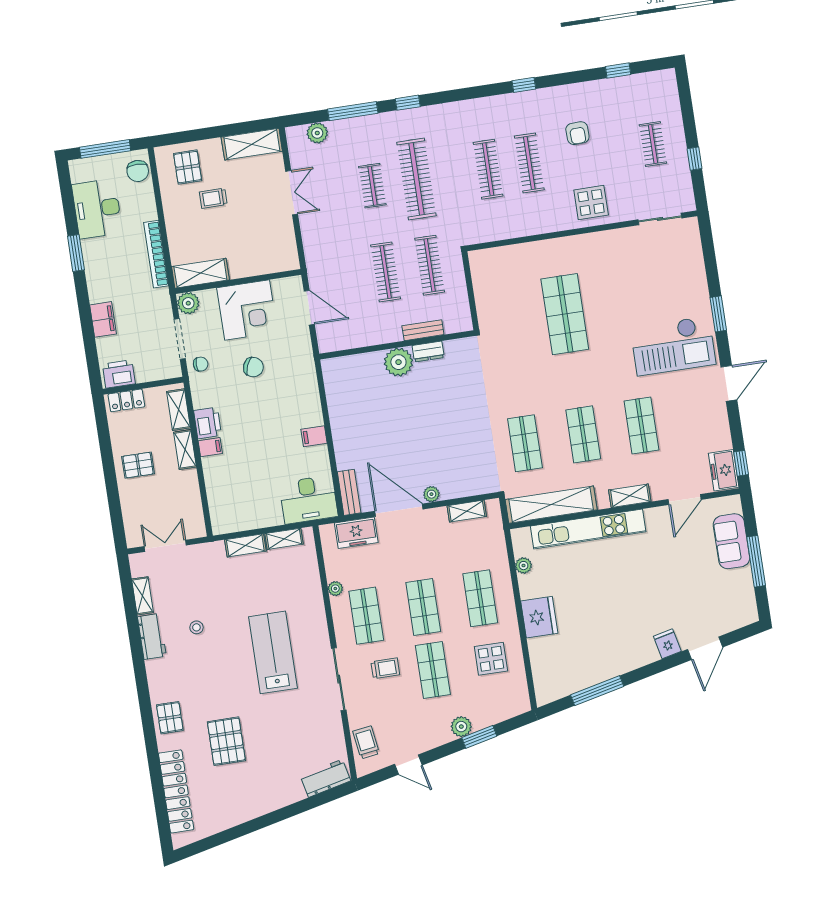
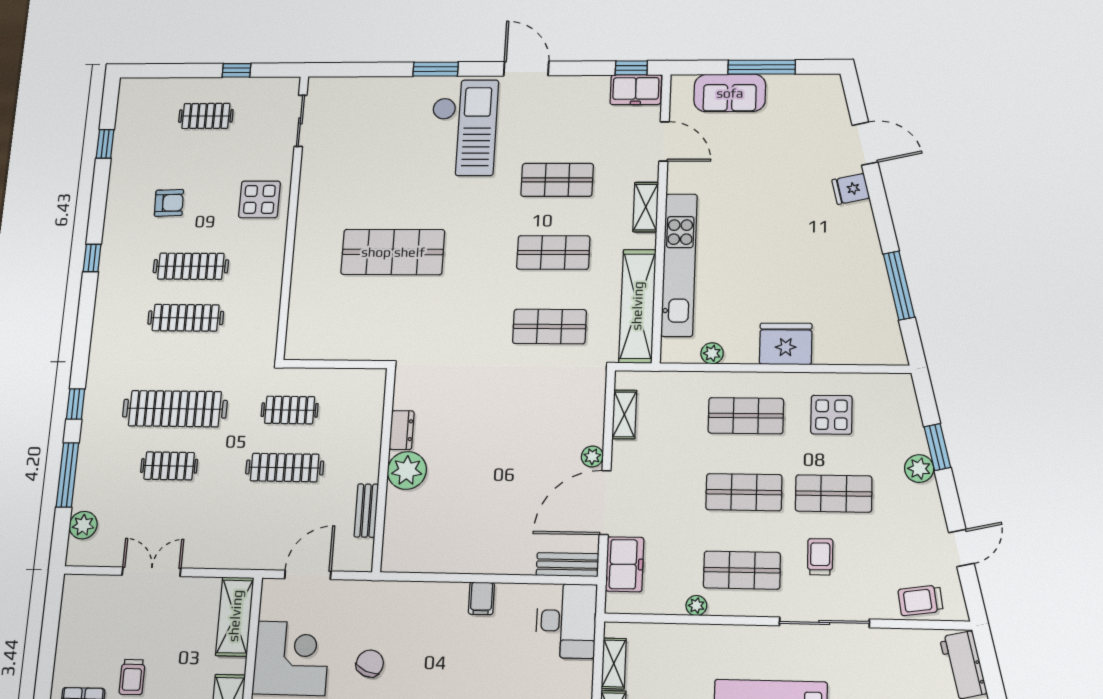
shelving: (252, 144) -> (235, 616), moved
clothes rail: (430, 265) -> (290, 410), width x0.73
bench: (423, 330) -> (366, 511), moved

